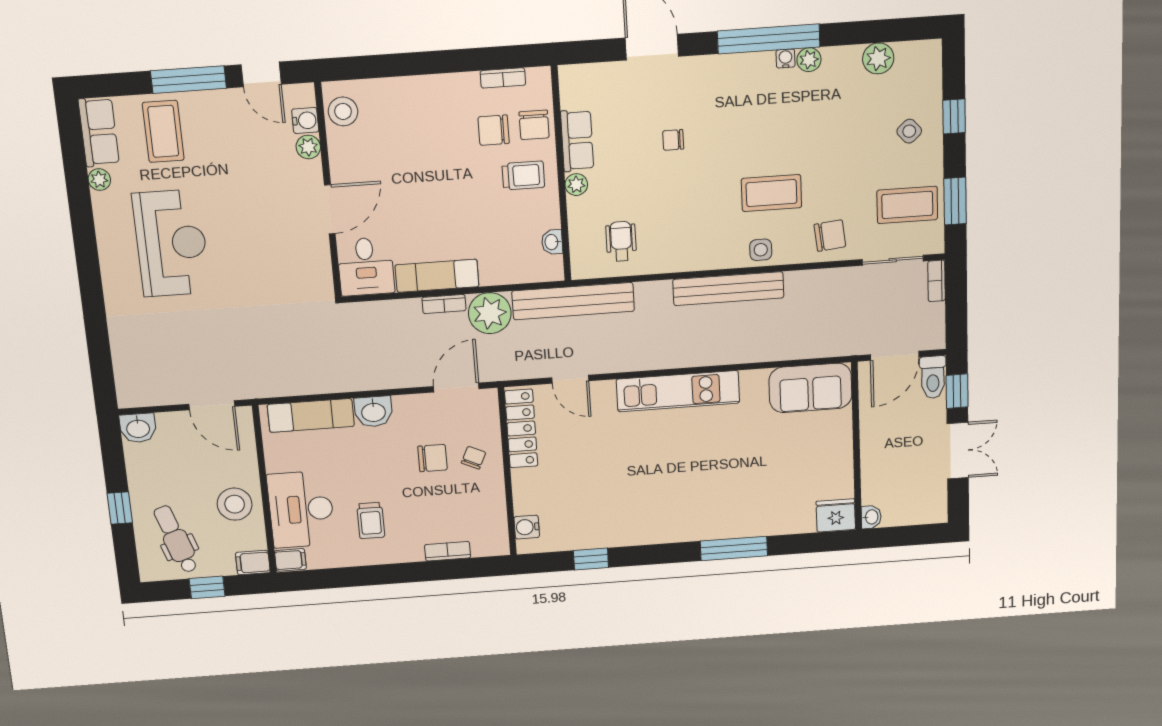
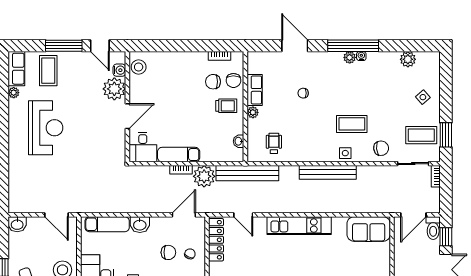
plant: (809, 60) -> (350, 57), moved
window: (954, 116) -> (446, 91), removed
plant: (308, 147) -> (114, 89), width x1.88, depth x1.88

